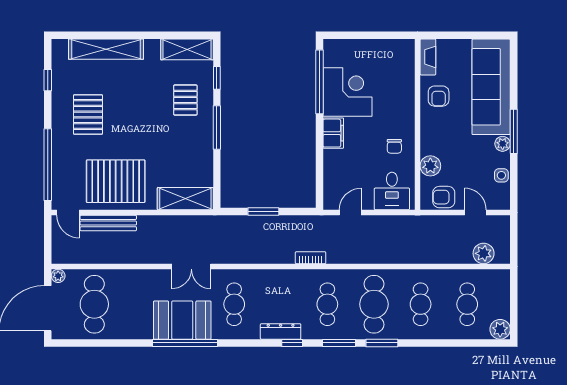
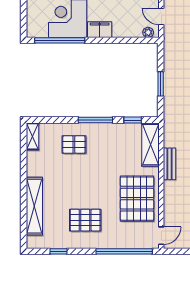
shelving: (187, 49) -> (33, 136), width x0.67, depth x0.75
window: (217, 78) -> (133, 120), moved
plant: (330, 196) -> (148, 32), added
bench: (108, 223) -> (169, 164), moved, width x0.73

